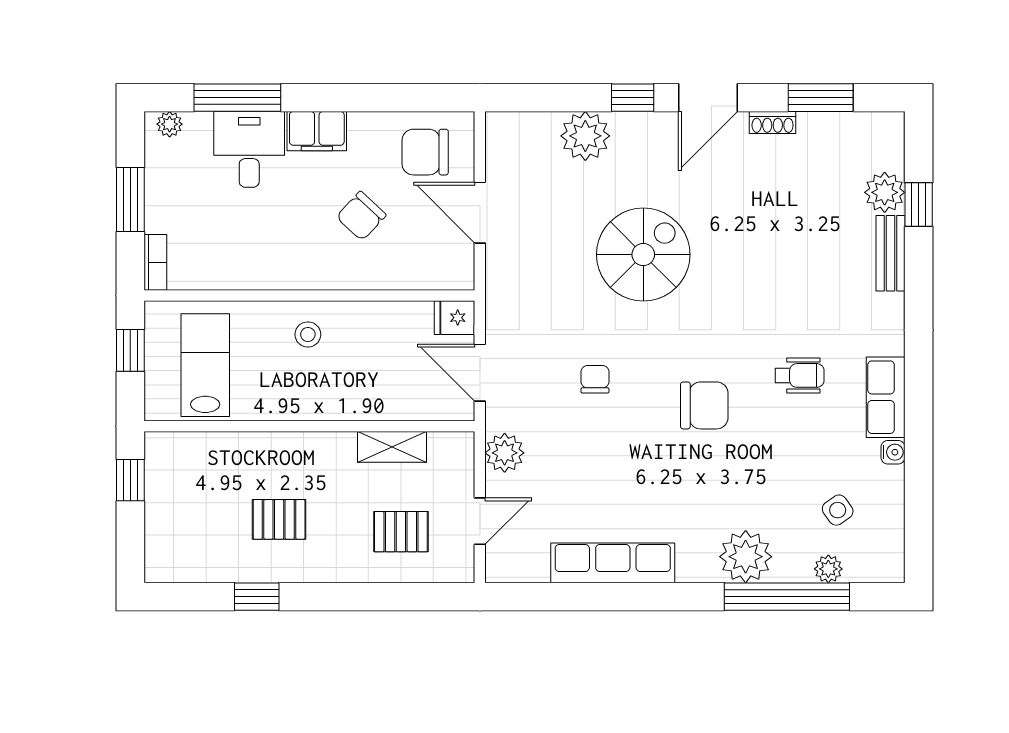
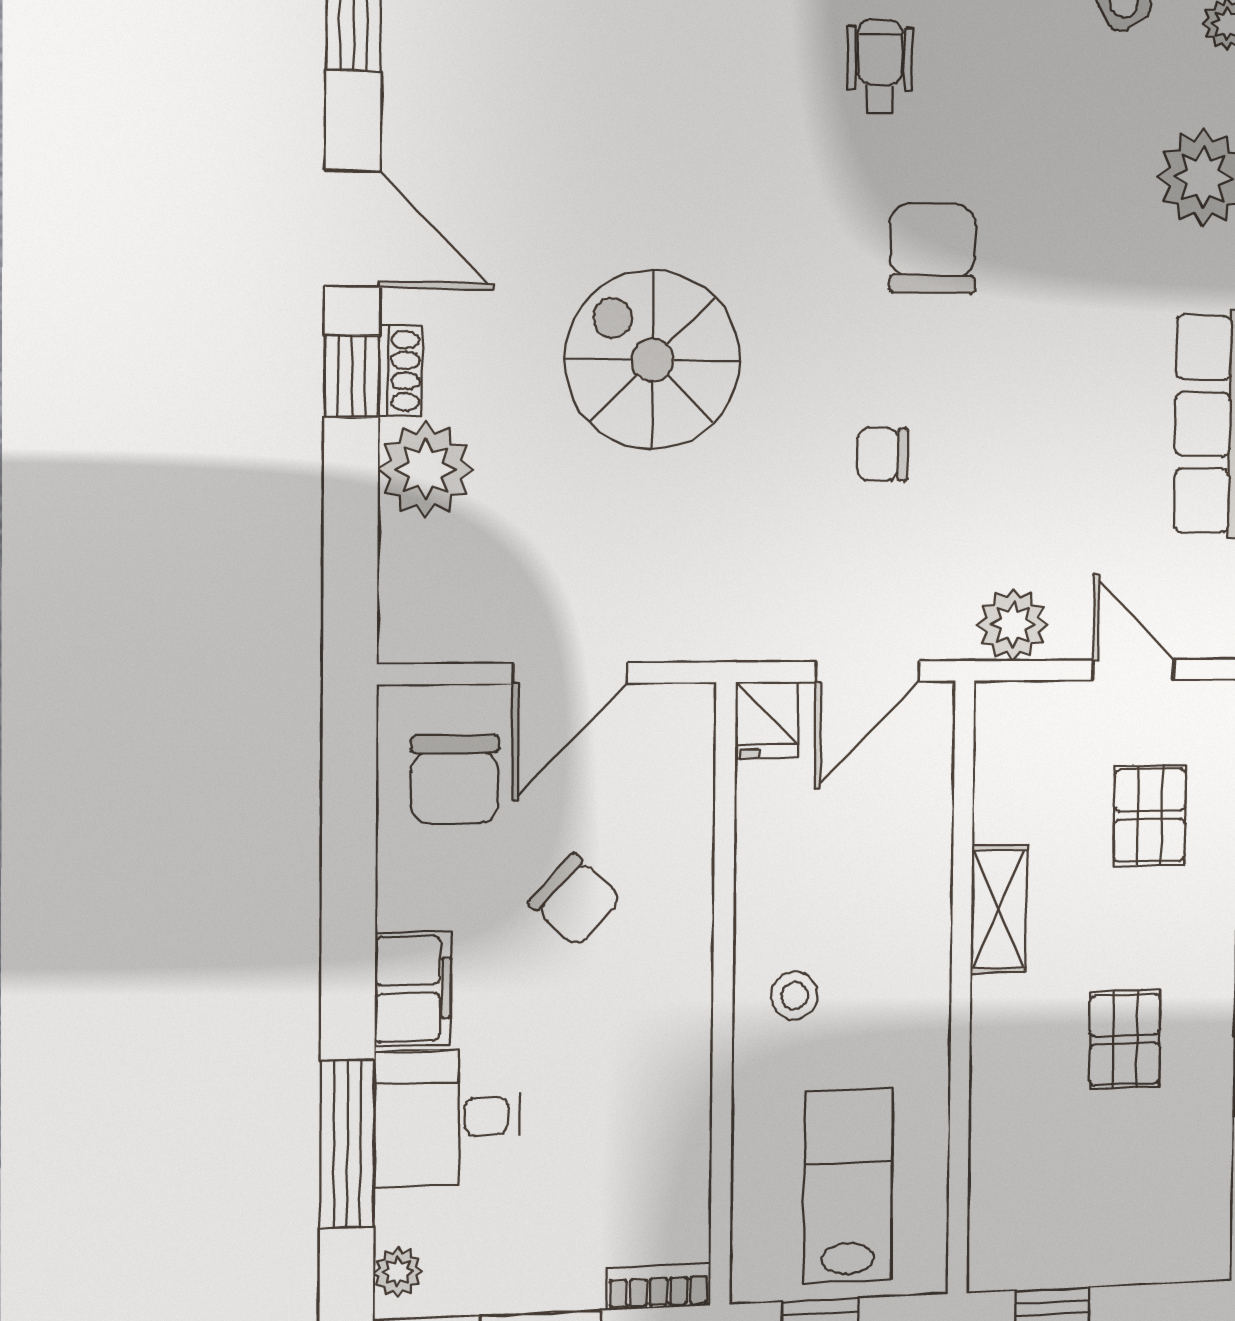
shoe rack: (773, 123) -> (400, 371), moved
lab bench: (205, 365) -> (848, 1186), turned 90
shelving: (392, 447) -> (999, 909), moved

